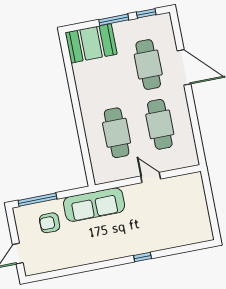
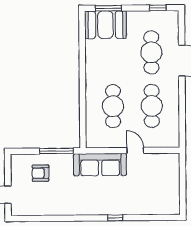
window: (114, 20) -> (108, 8), moved
window: (37, 200) -> (56, 151), moved
sofa: (94, 205) -> (100, 165), moved

